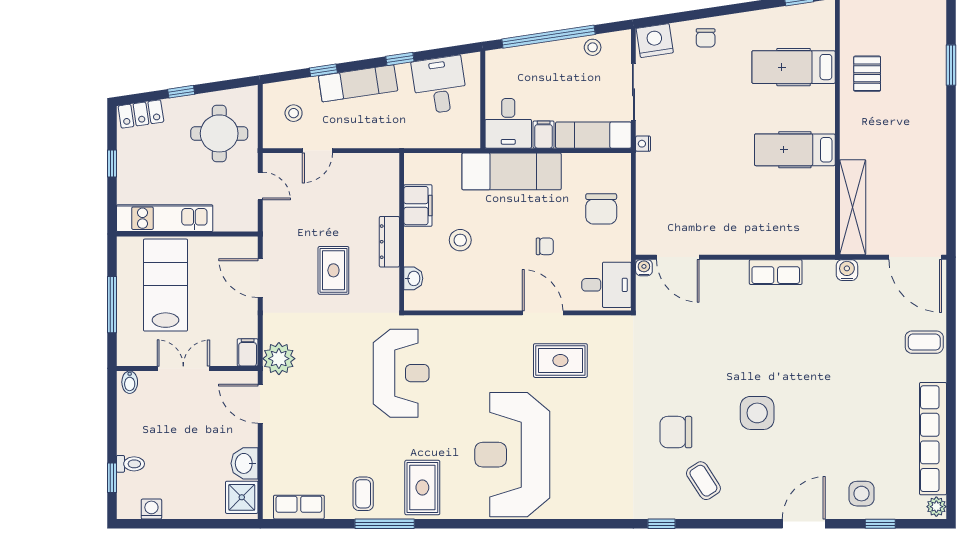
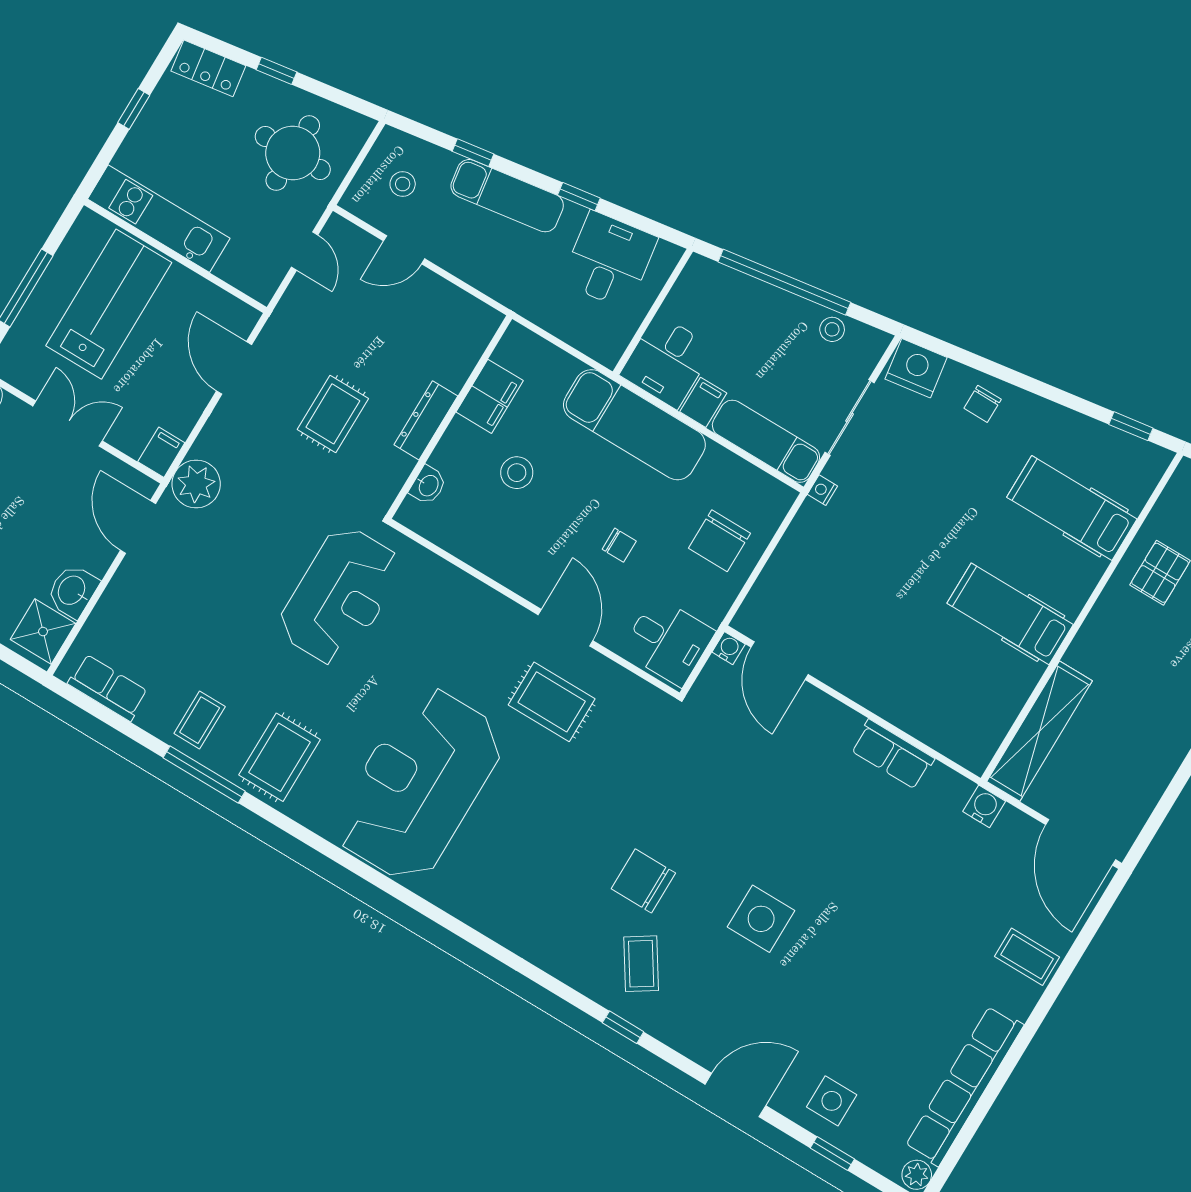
window: (661, 524) -> (623, 1027), moved

